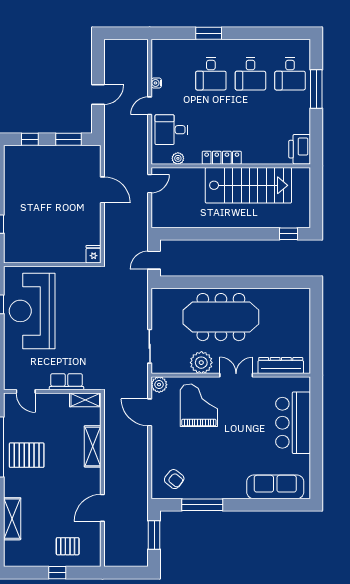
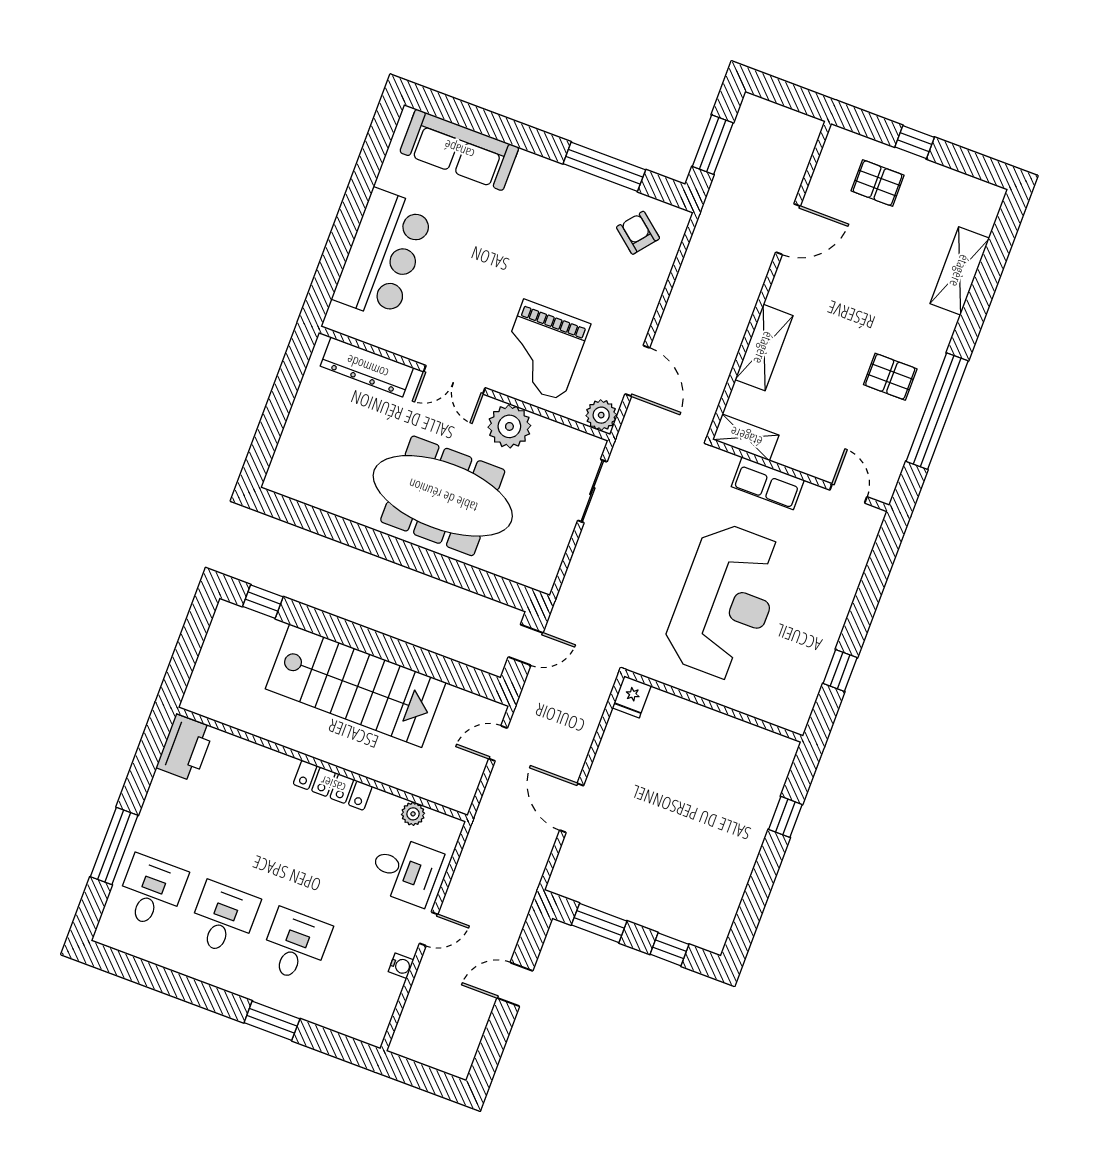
door: (150, 184) -> (498, 743), moved
stairs: (248, 185) -> (356, 686), moved, turned 180
reception desk: (32, 311) -> (725, 601), moved
pallet: (27, 455) -> (890, 377), width x0.67, depth x0.71

